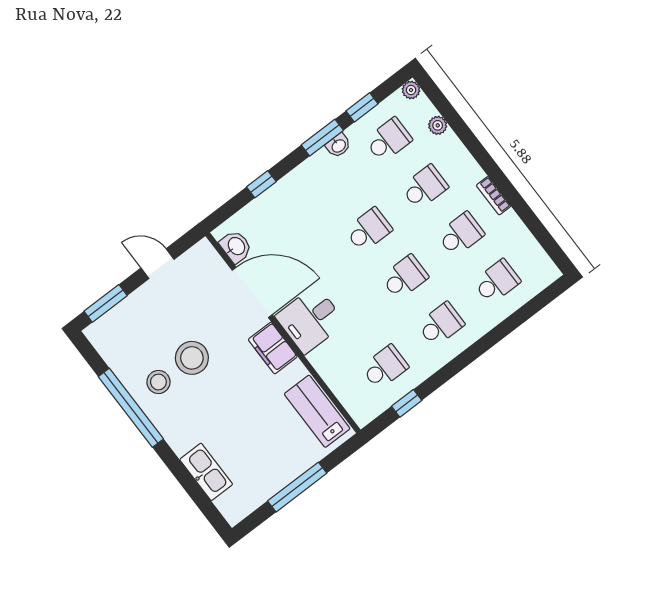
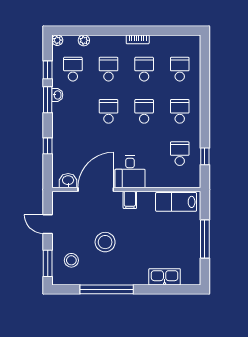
door: (158, 264) -> (48, 224), hinge flipped
filing cabinet: (273, 348) -> (130, 200), width x0.50
stool: (158, 382) -> (71, 260), moved

